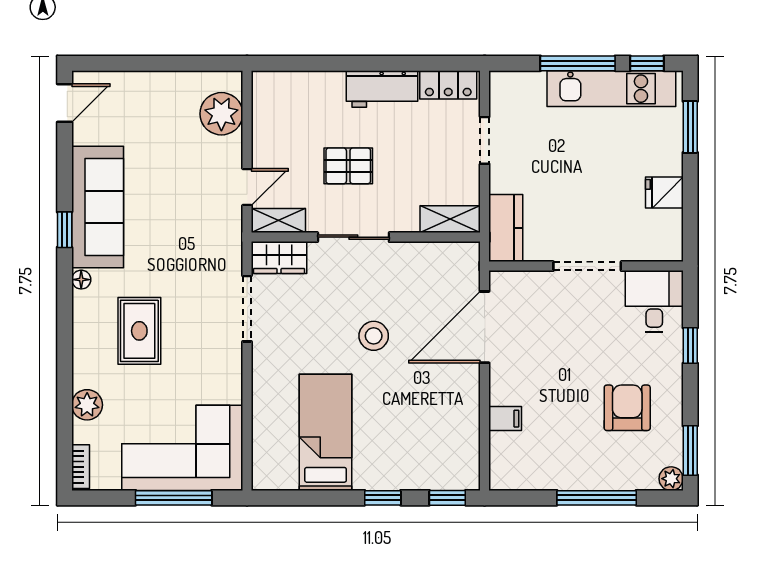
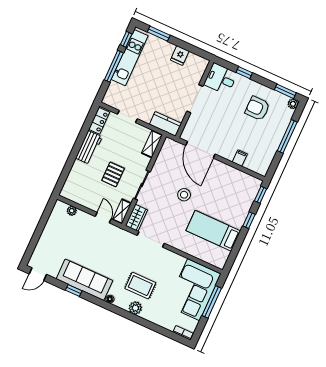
door: (65, 103) -> (38, 274), swing flipped
plant: (221, 114) -> (72, 211), width x0.53, depth x0.53
window: (65, 230) -> (74, 290), moved
plant: (87, 405) -> (135, 308), moved

